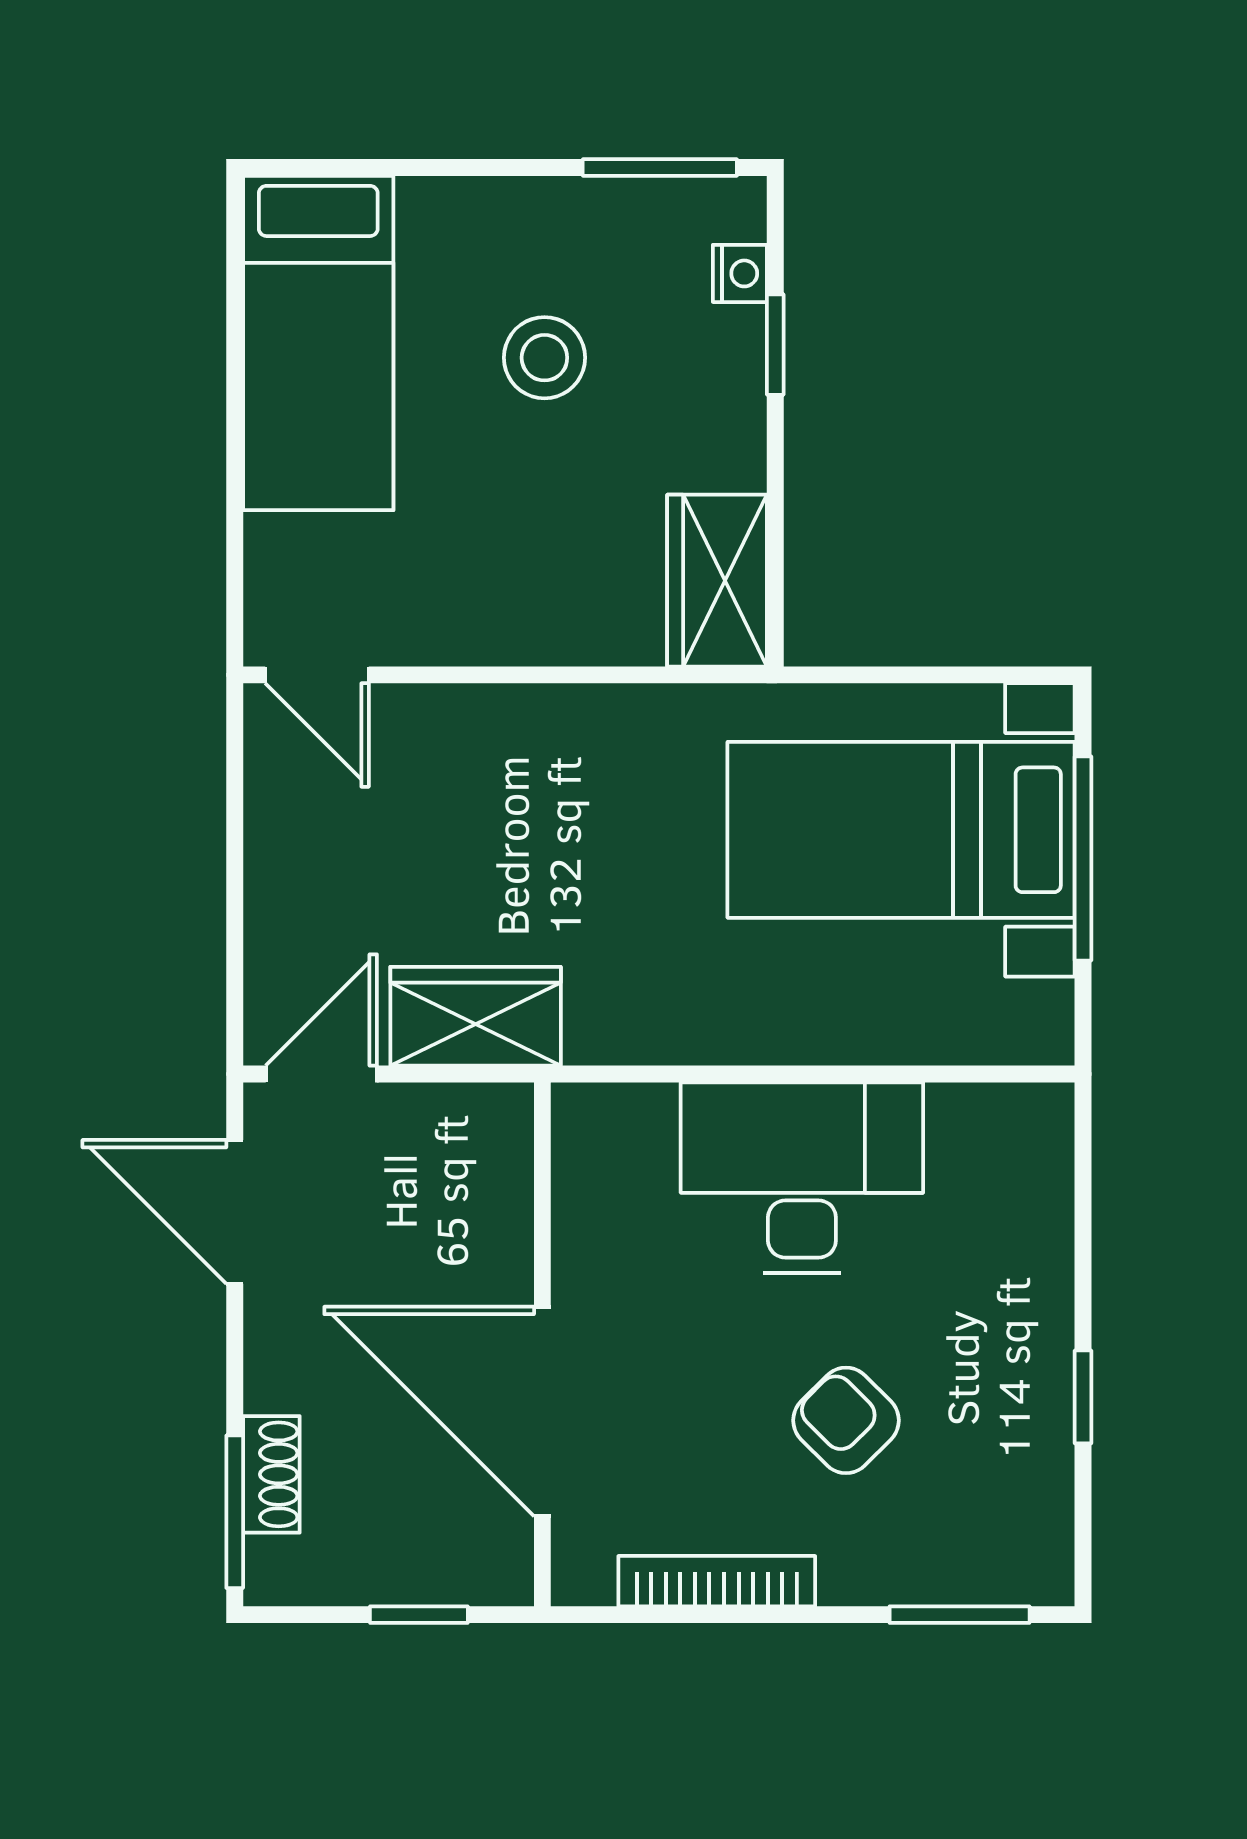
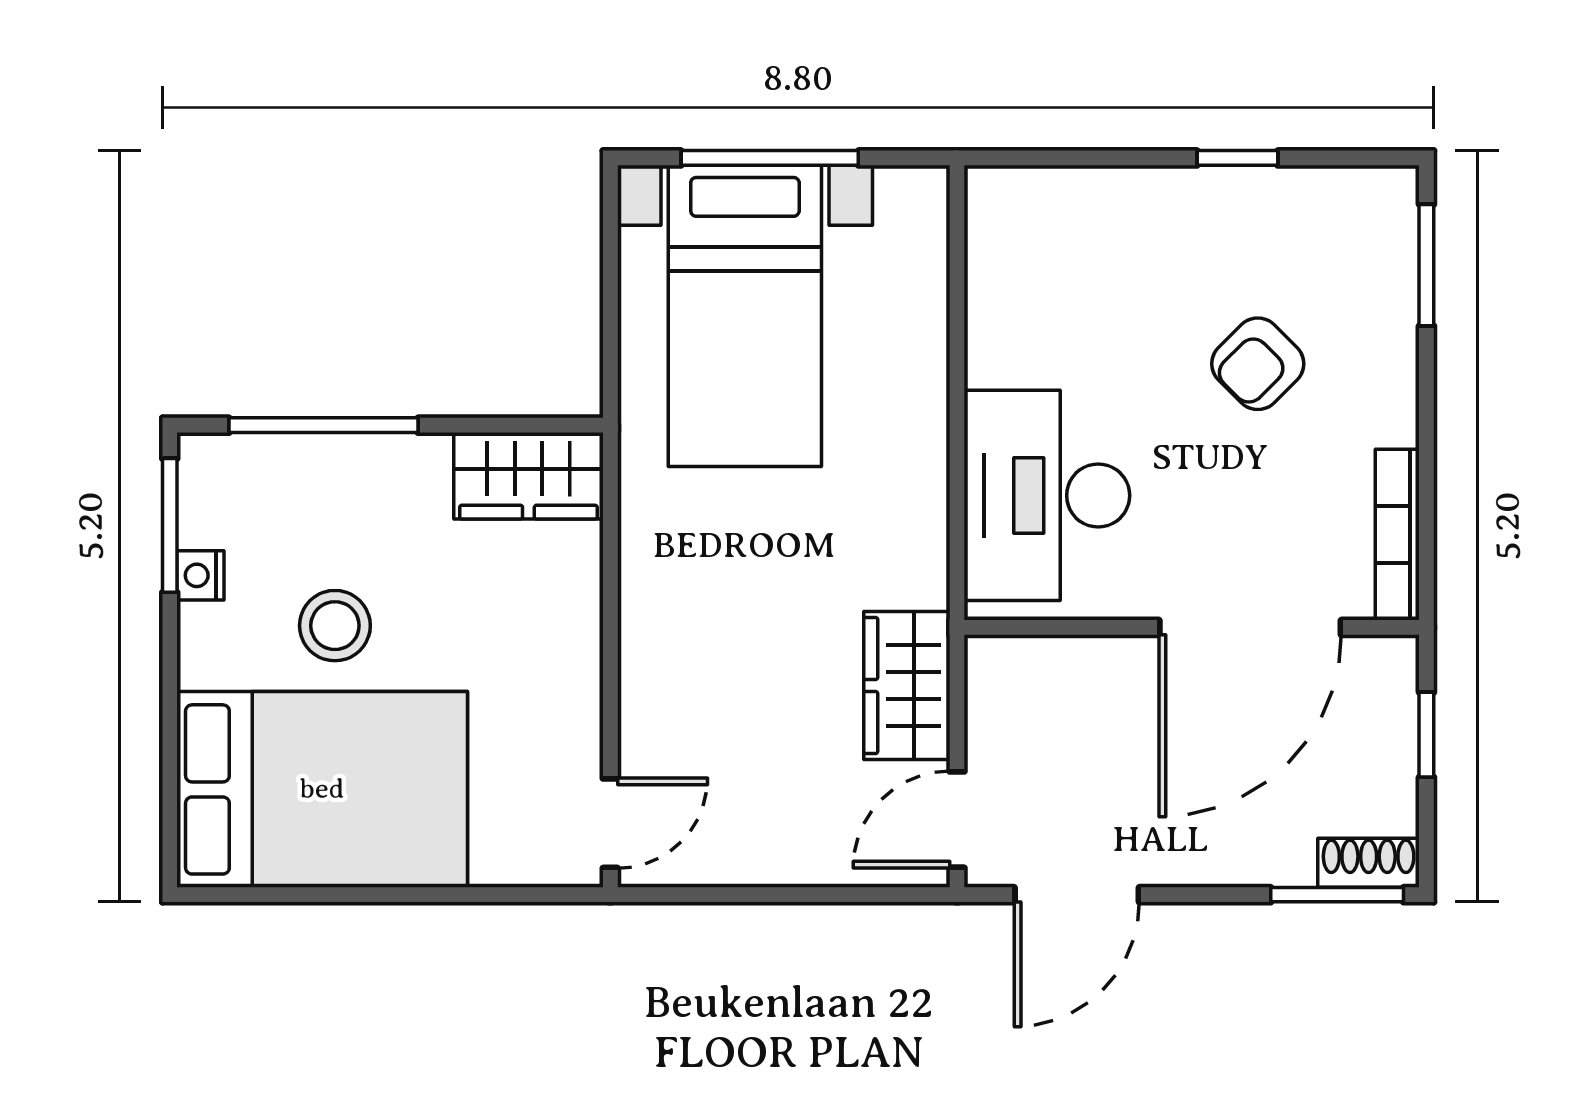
nightstand: (740, 273) -> (200, 575), moved, turned -90
bed: (318, 343) -> (322, 789), width x1.50
window: (775, 345) -> (323, 425), width x2.17
door: (321, 1074) -> (957, 820), hinge flipped
desk: (802, 1178) -> (1047, 495), moved
shoe rack: (271, 1474) -> (1369, 863), moved
bookcase: (717, 1581) -> (1397, 535), moved

